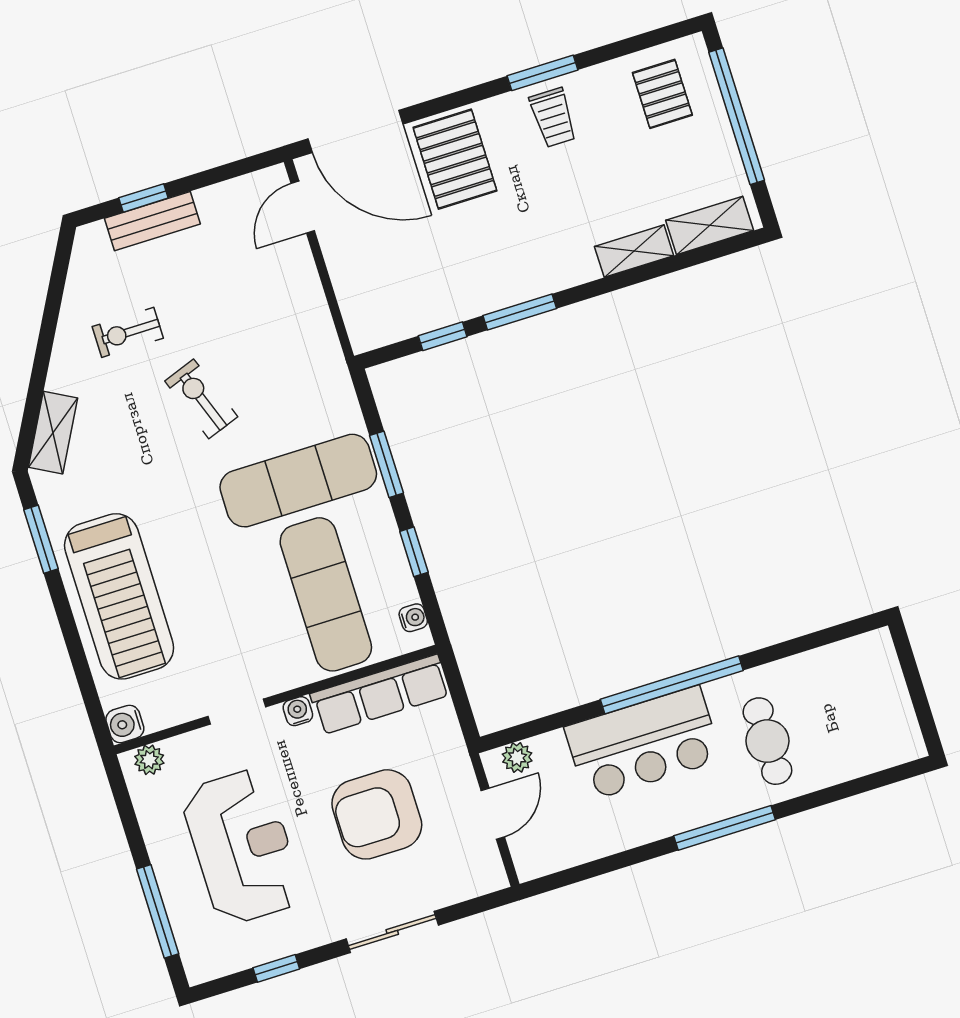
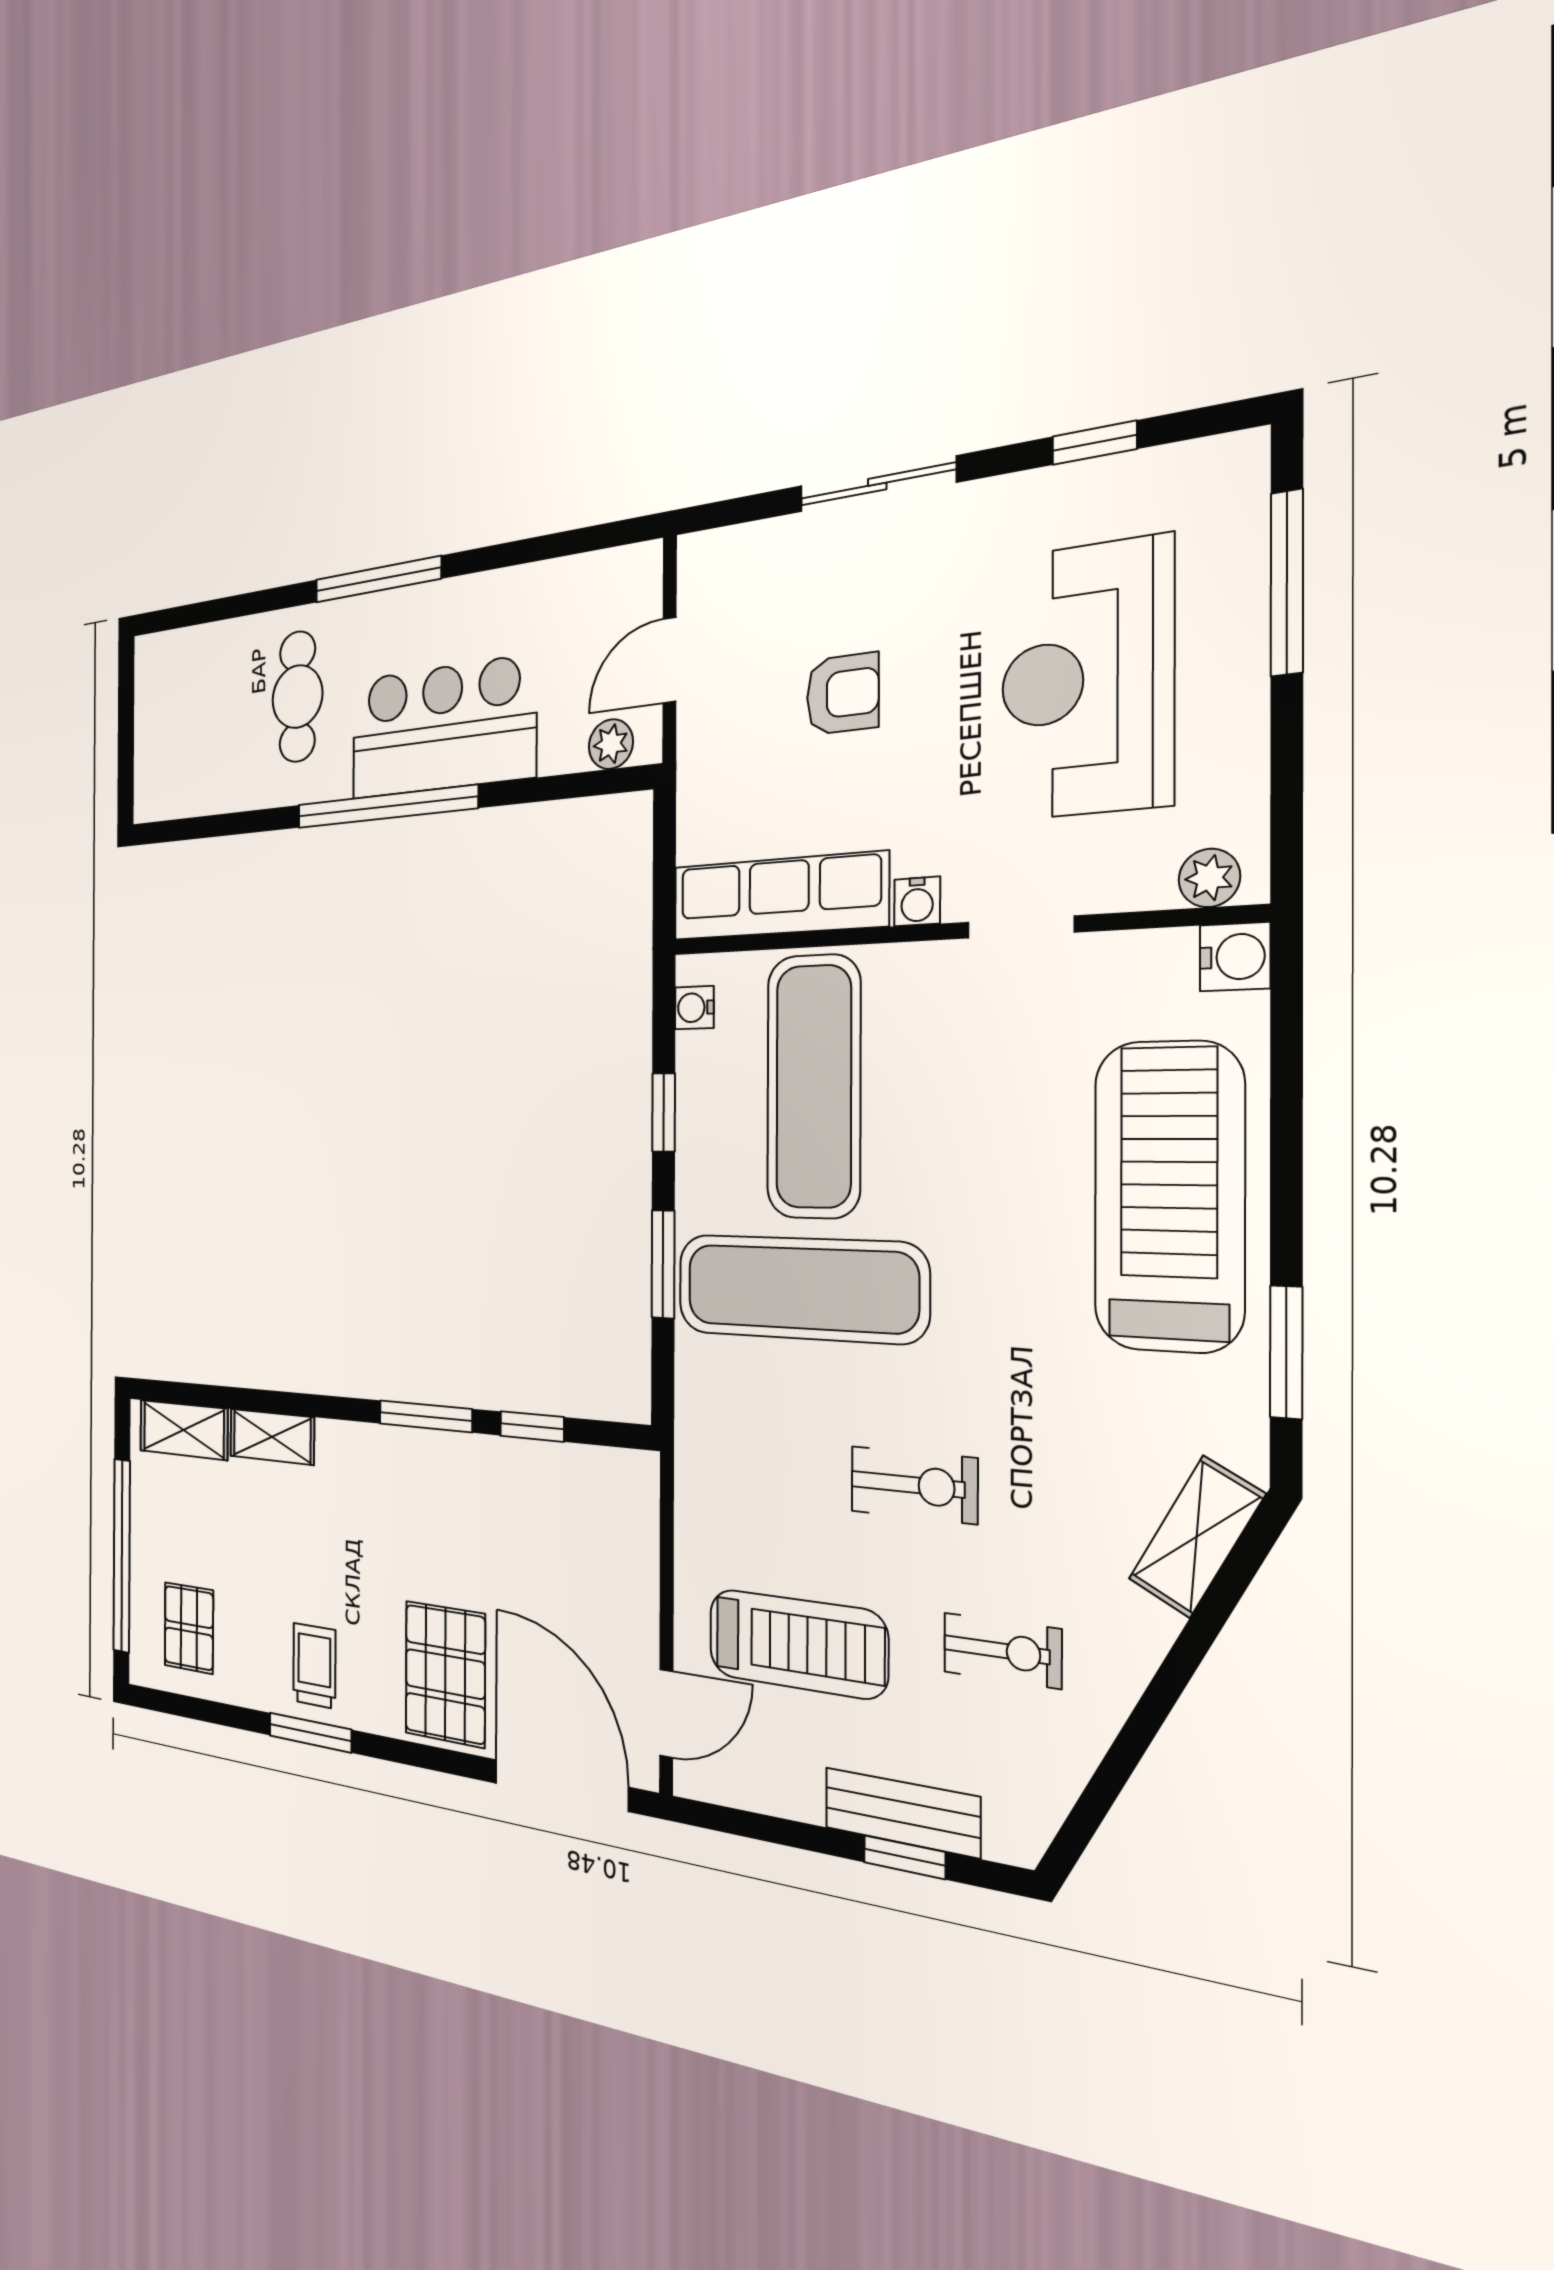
treadmill: (238, 284) -> (797, 1644), added
exercise bike: (201, 399) -> (914, 1485), turned -70
armchair: (377, 814) -> (843, 694), width x0.53, depth x0.53

